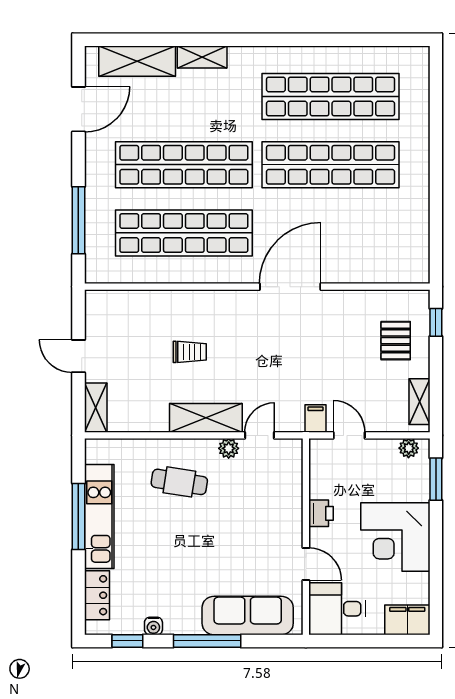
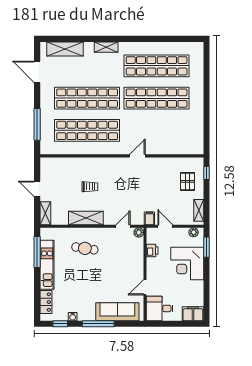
shelving: (202, 57) -> (106, 47), moved
door: (78, 109) -> (37, 72), swing flipped
door: (290, 287) -> (137, 156), width x0.53
shelving: (206, 418) -> (86, 218), moved
plant: (229, 448) -> (139, 232), moved
printer: (321, 513) -> (152, 251), moved
window: (78, 516) -> (37, 252), moved
corner desk: (395, 537) -> (187, 263), moved
door: (306, 564) -> (145, 287), swing flipped

